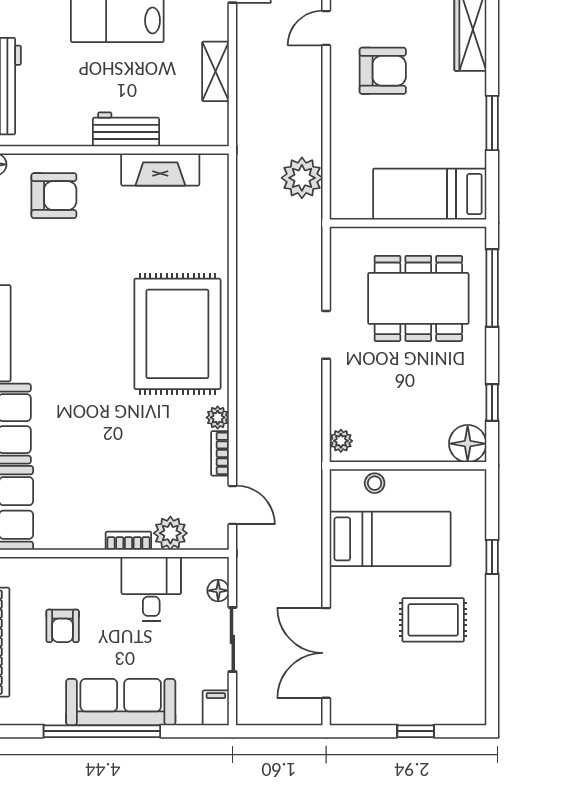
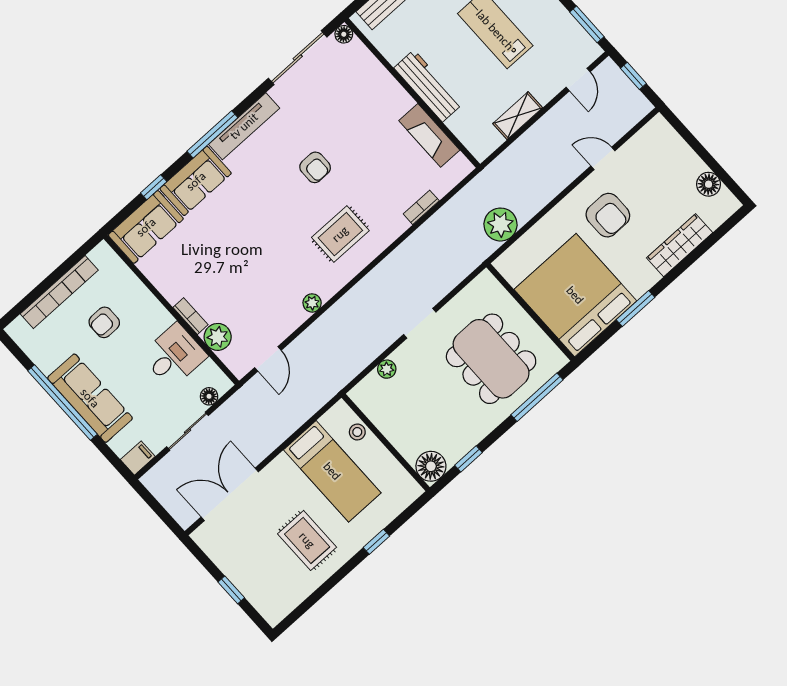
workbench: (126, 129) -> (428, 86), width x1.38
bed: (430, 194) -> (575, 295), width x2.04
armchair: (54, 196) -> (315, 167), moved, width x0.72, depth x0.72
rug: (177, 334) -> (340, 234), width x0.54, depth x0.49
plant: (341, 441) -> (387, 369), moved
bookcase: (220, 453) -> (421, 207), moved

